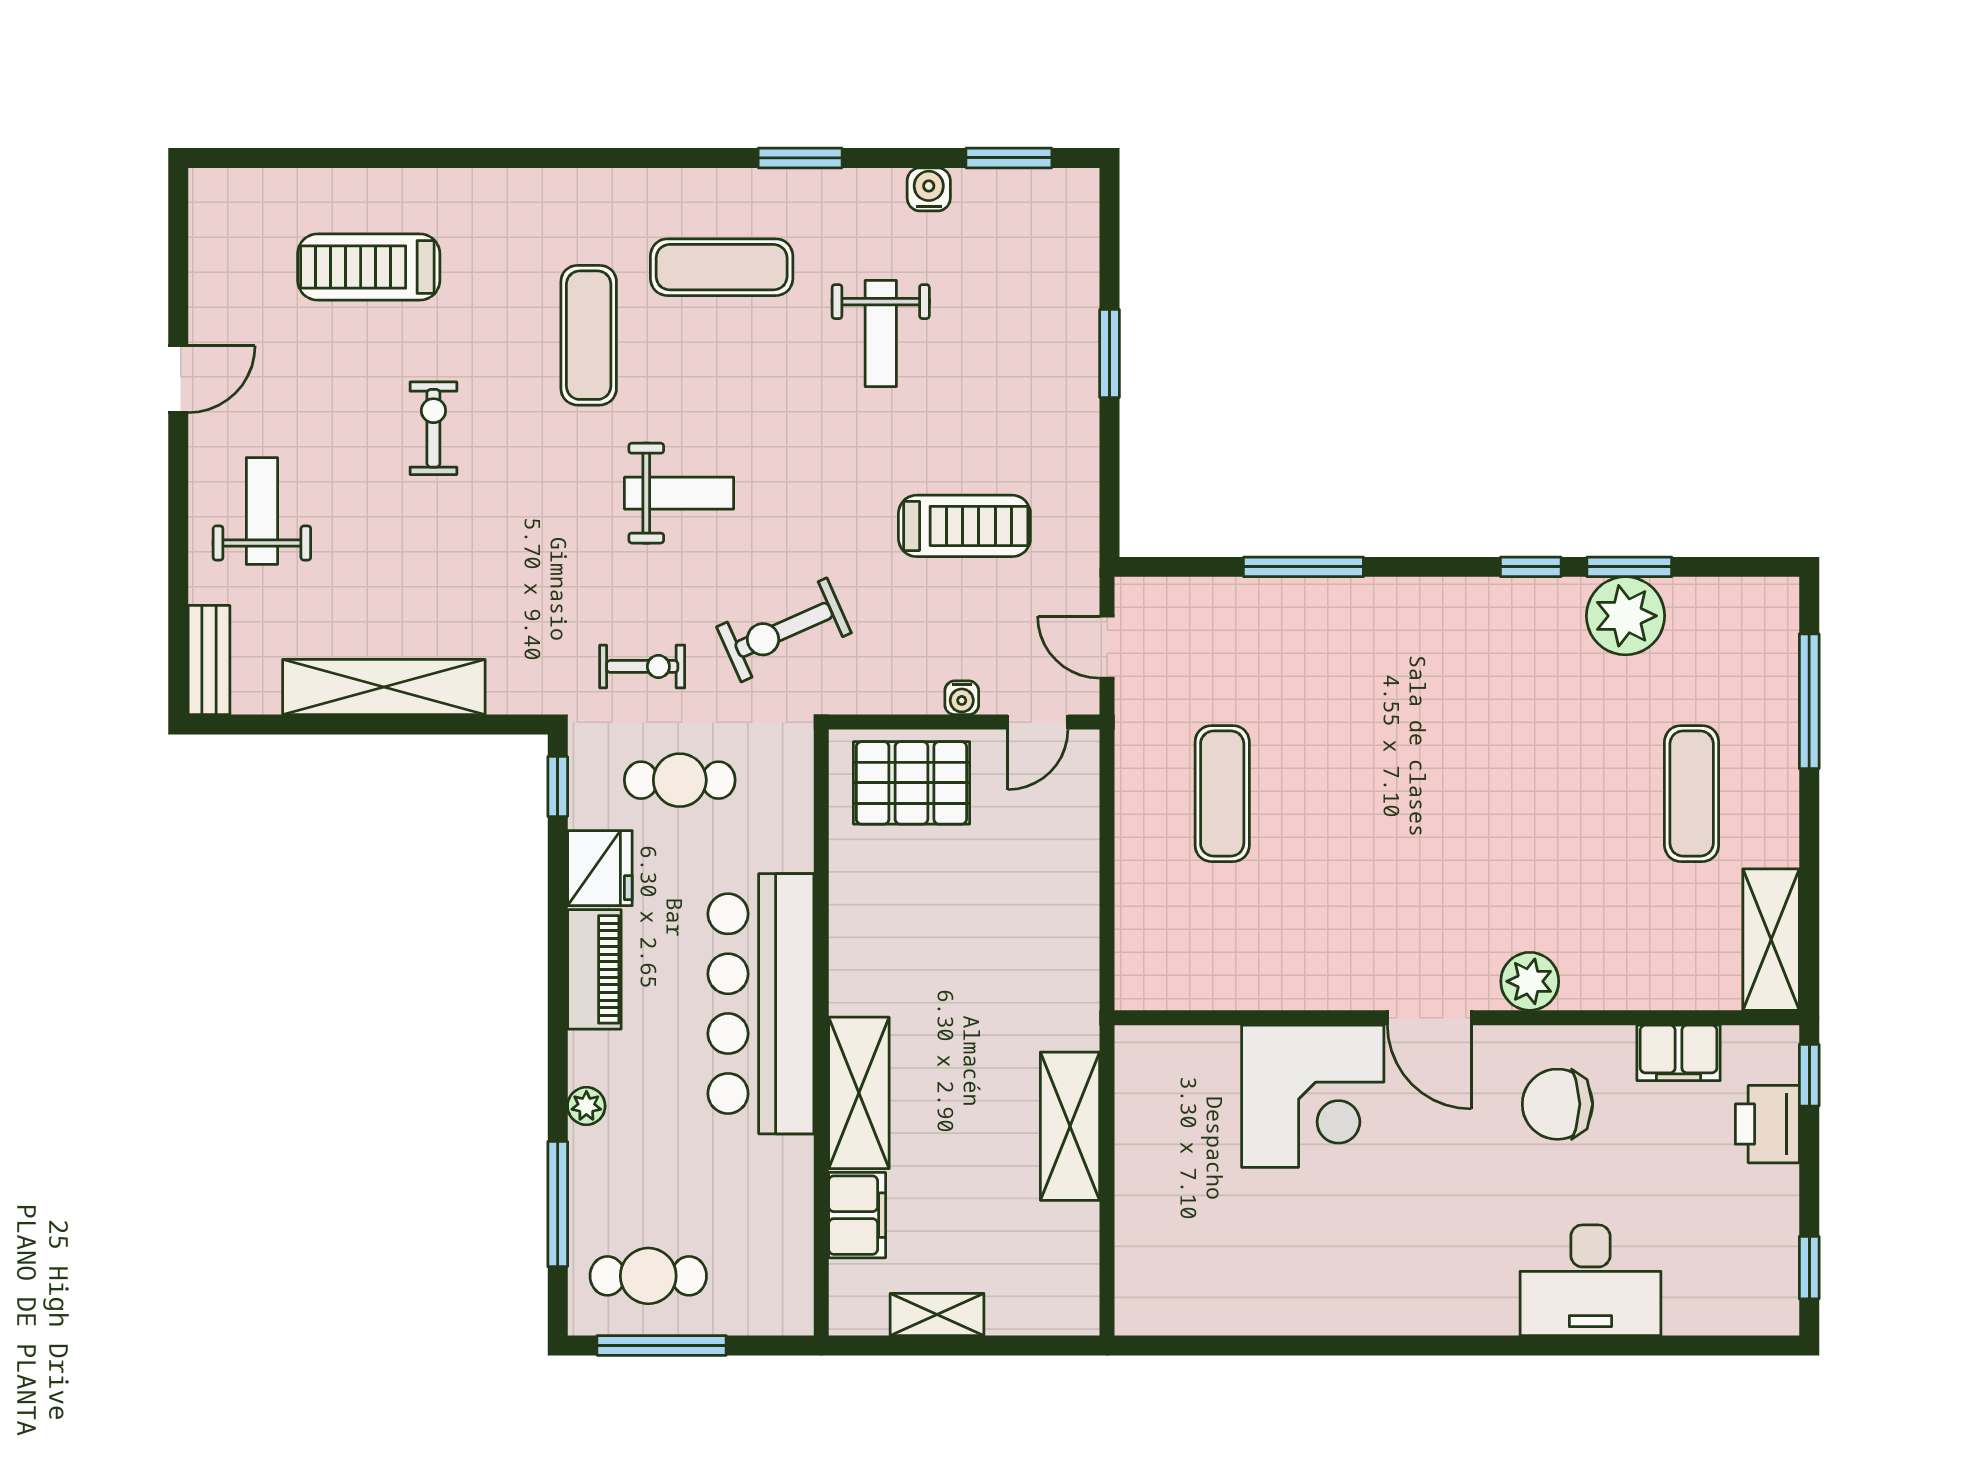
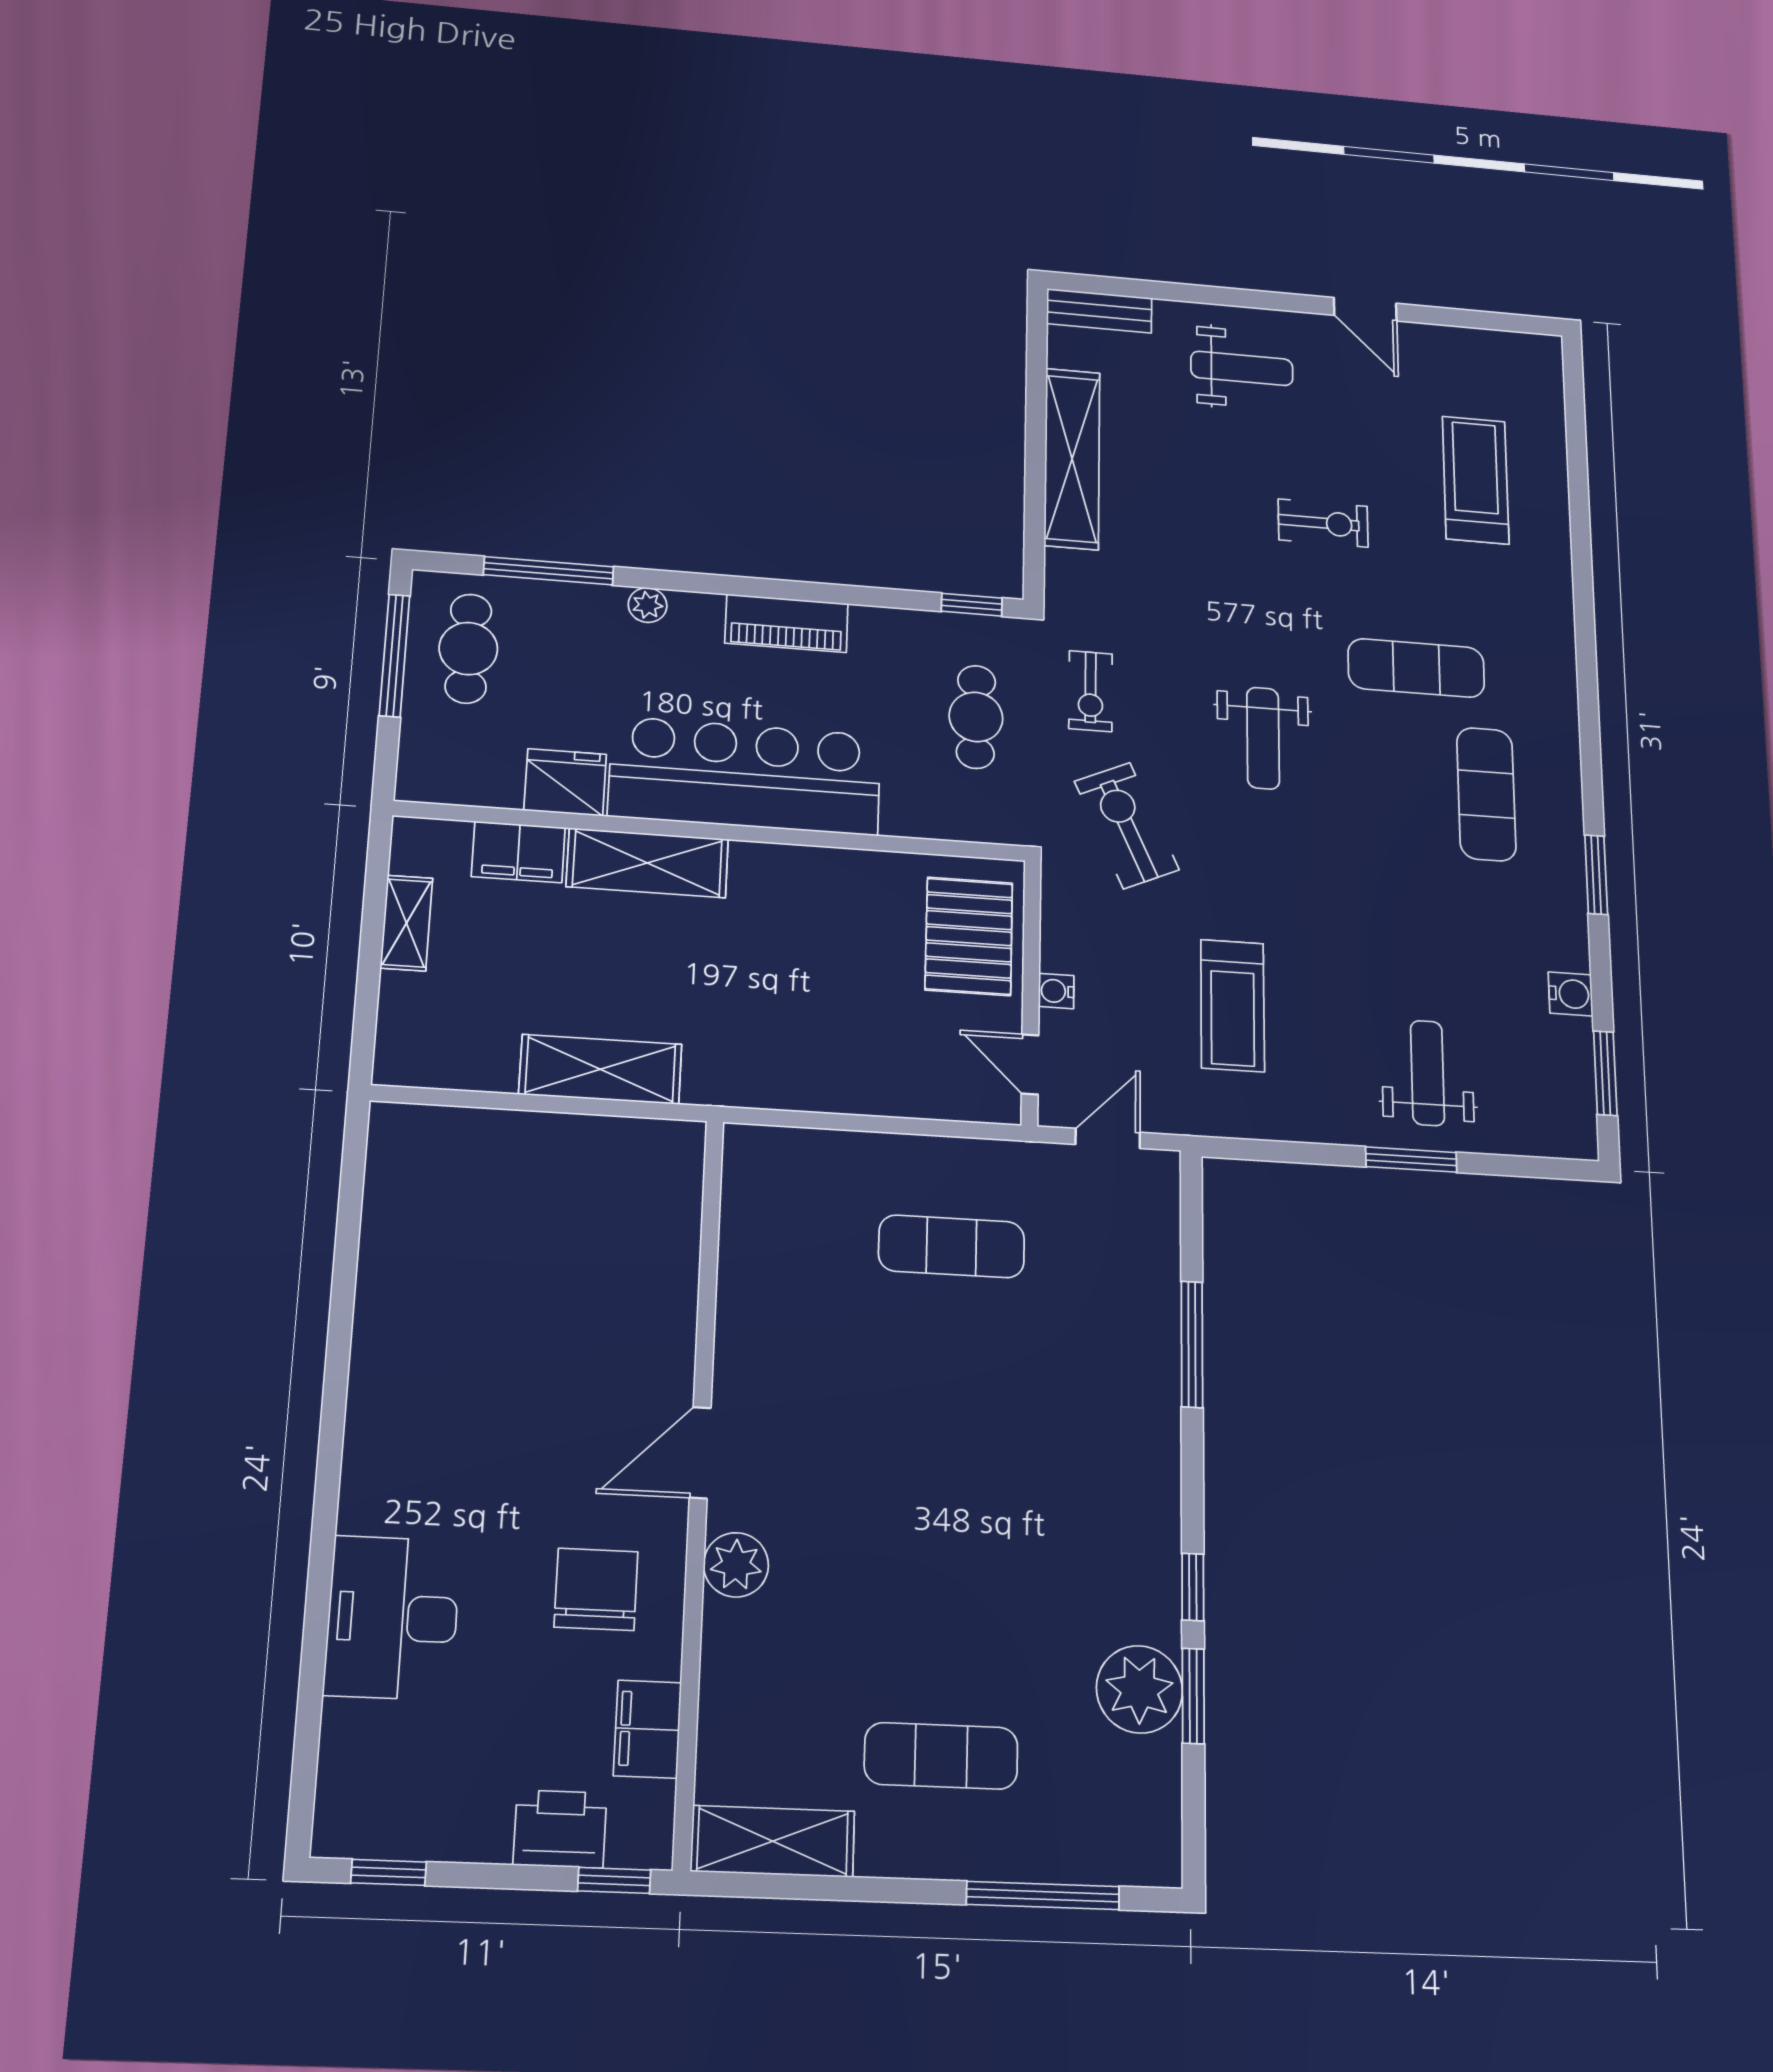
weight bench: (881, 334) -> (1427, 1073), moved, turned 90
fridge: (600, 868) -> (565, 782), moved, turned 180
corner desk: (1313, 1096) -> (619, 1323), removed

